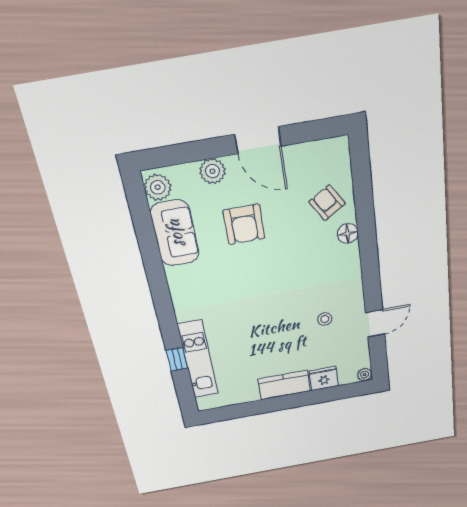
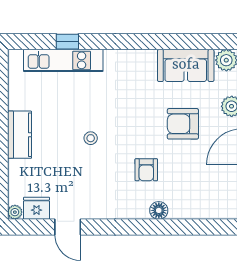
armchair: (327, 203) -> (146, 170), moved, turned 122
stool: (325, 319) -> (91, 138), moved
fridge: (324, 378) -> (37, 208), moved, turned -90

